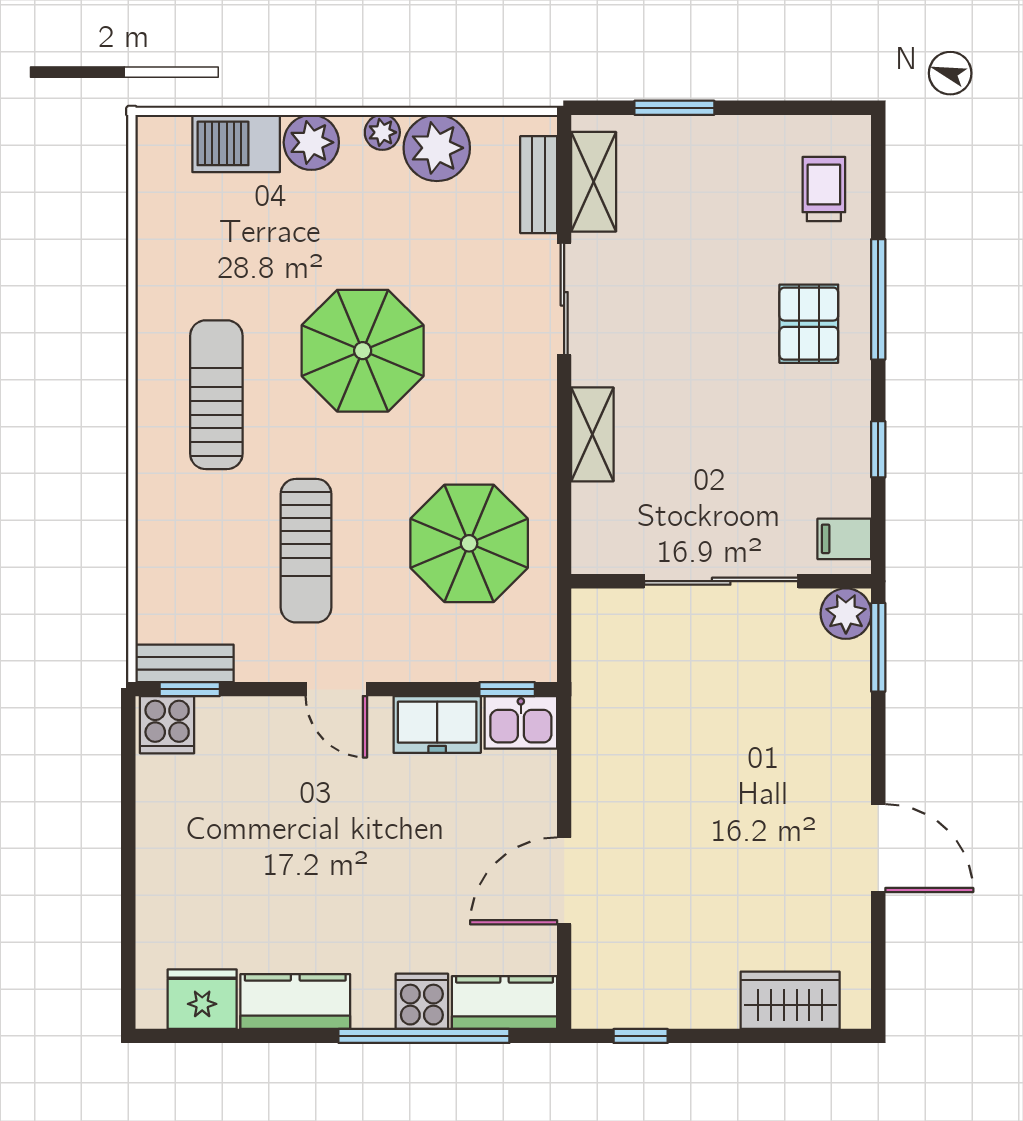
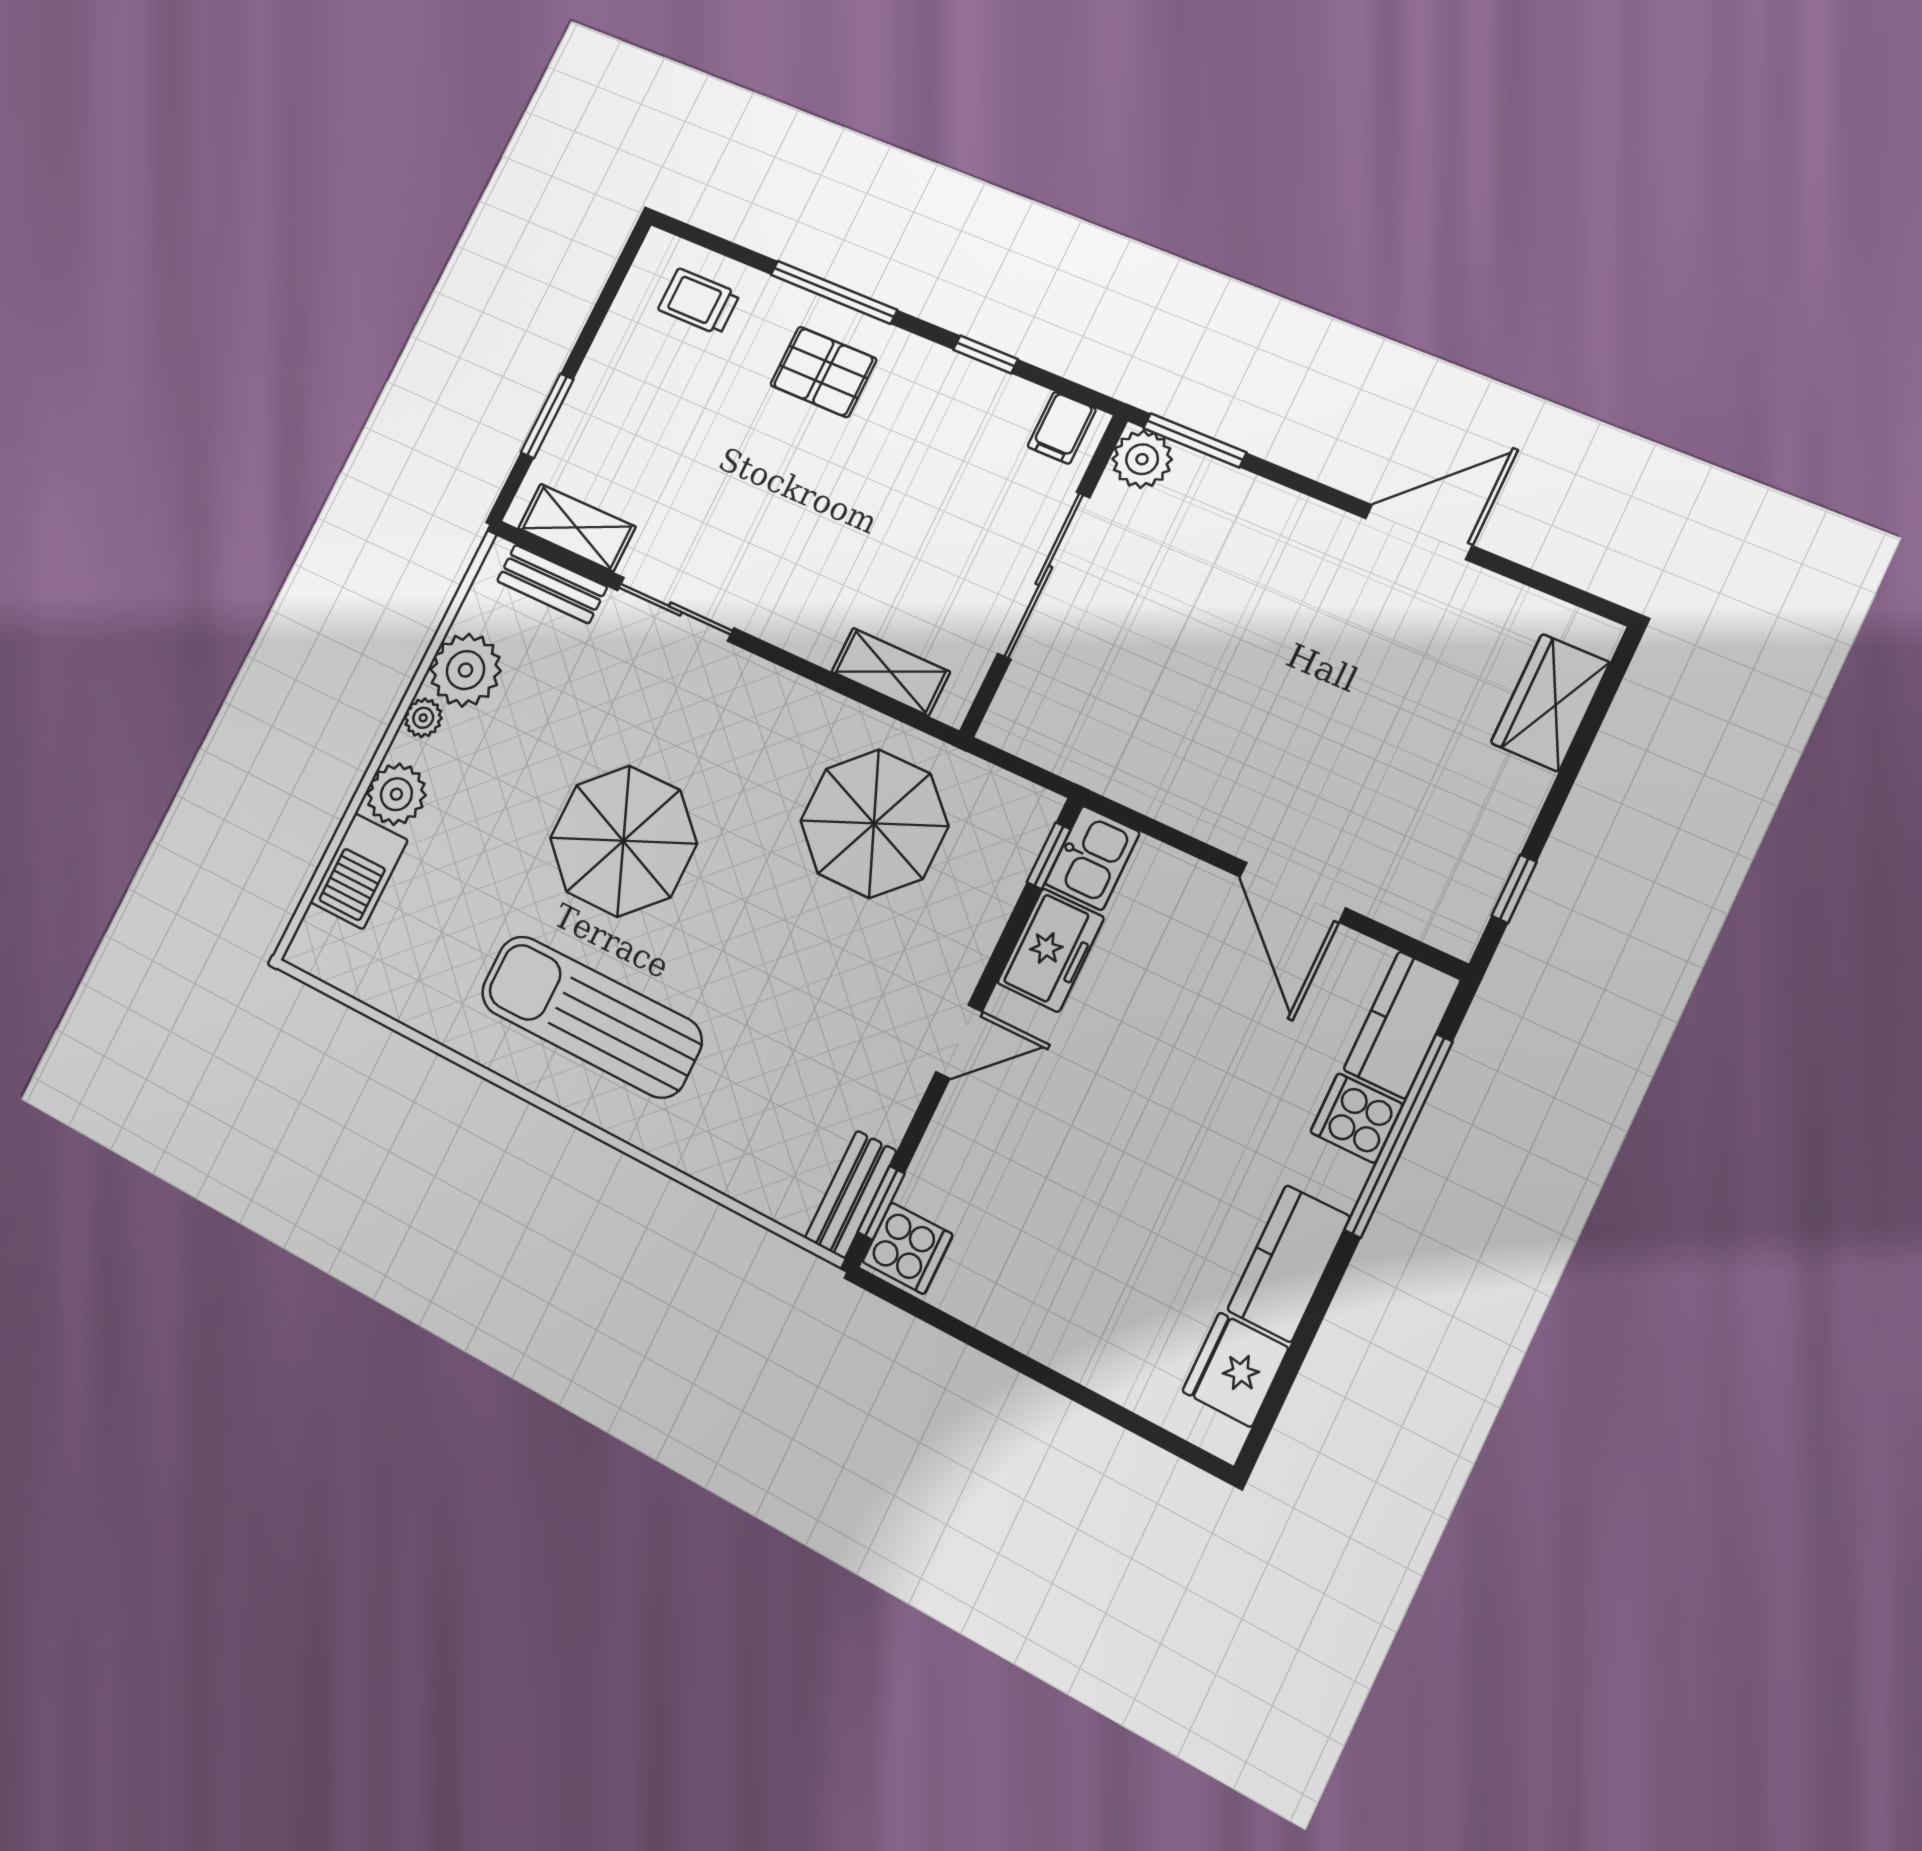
sun lounger: (216, 395) -> (591, 1016), width x1.36, depth x1.34
shelving: (592, 434) -> (891, 672), moved
sun lounger: (306, 551) -> (797, 1001), removed

